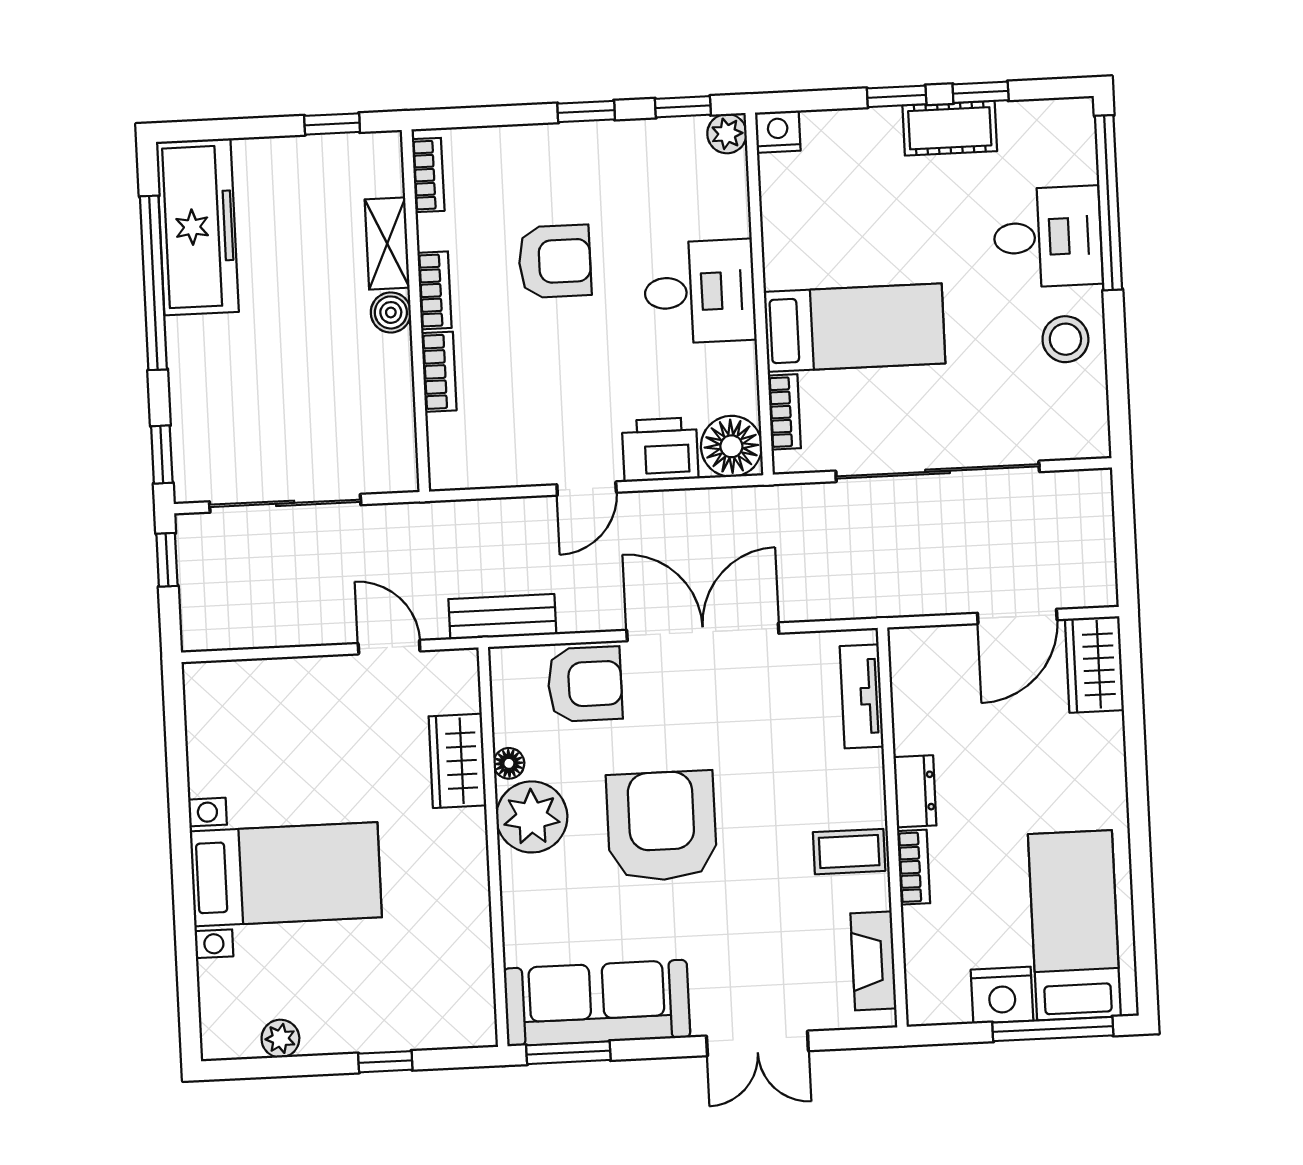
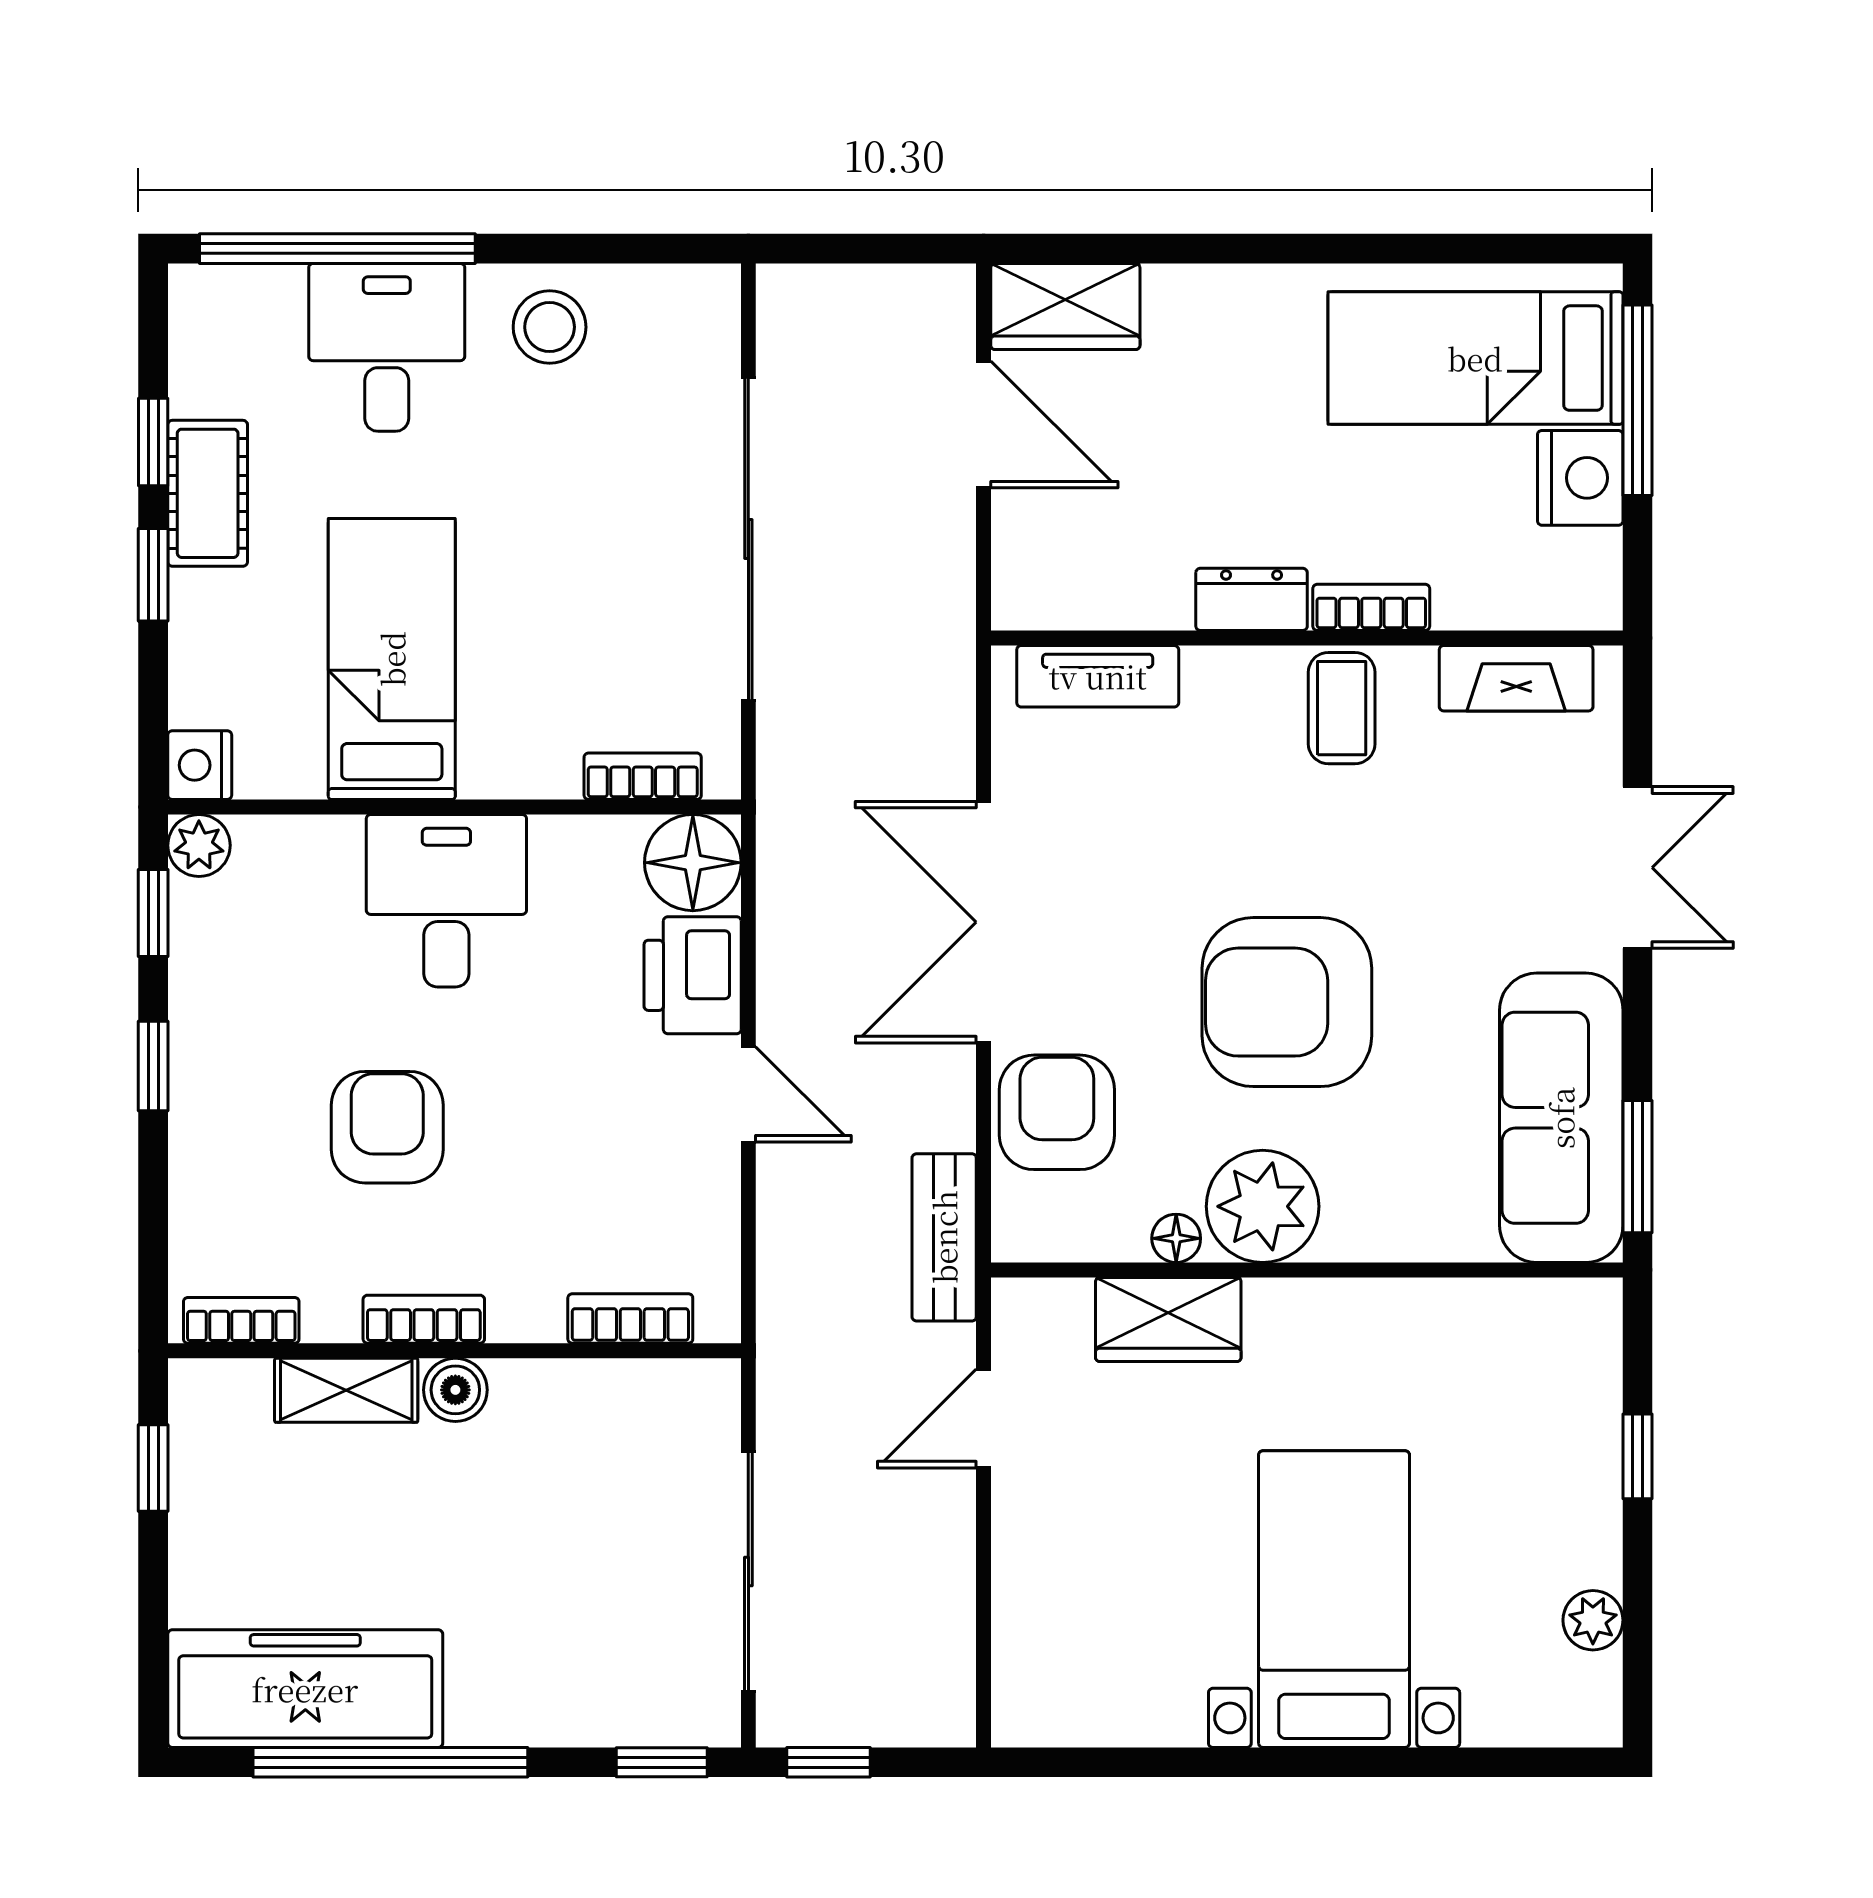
bed: (855, 328) -> (392, 659), moved
bookcase: (439, 372) -> (630, 1319), moved

